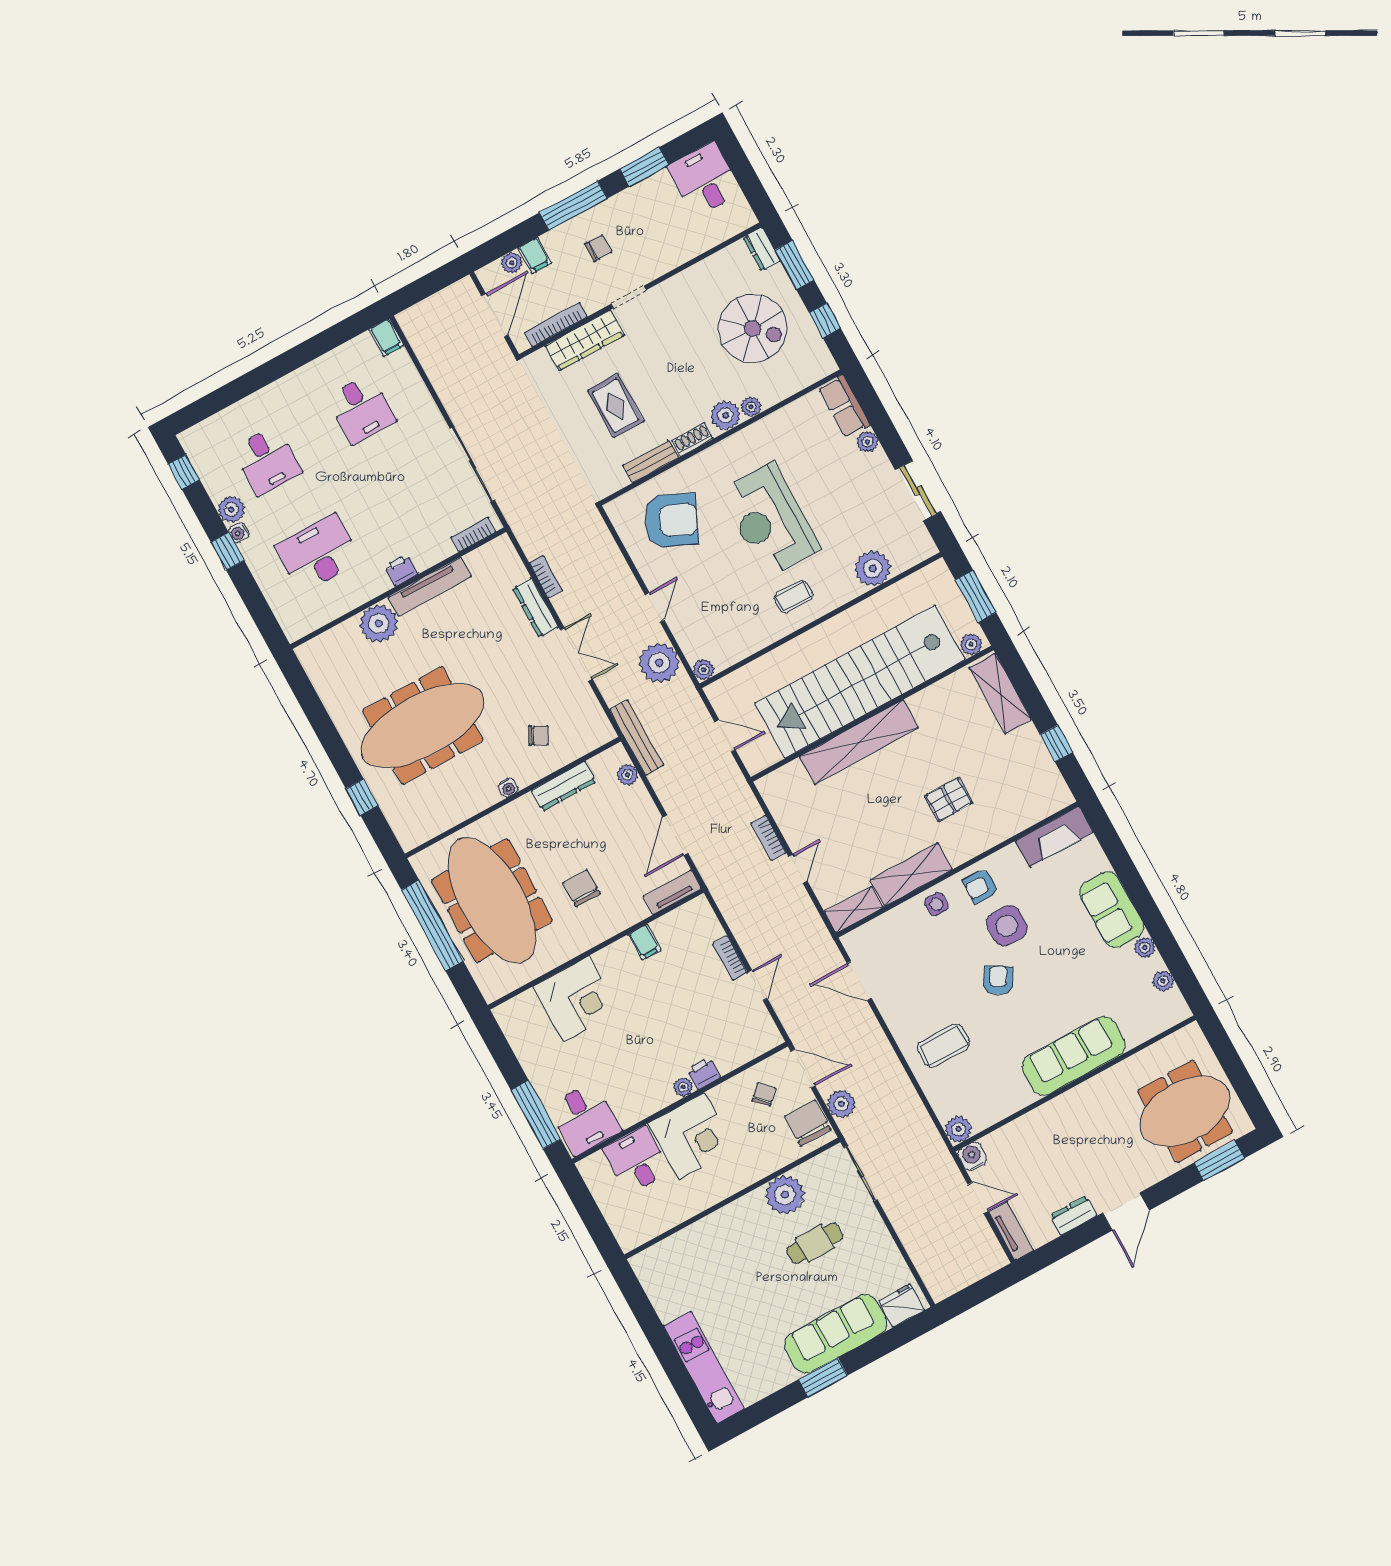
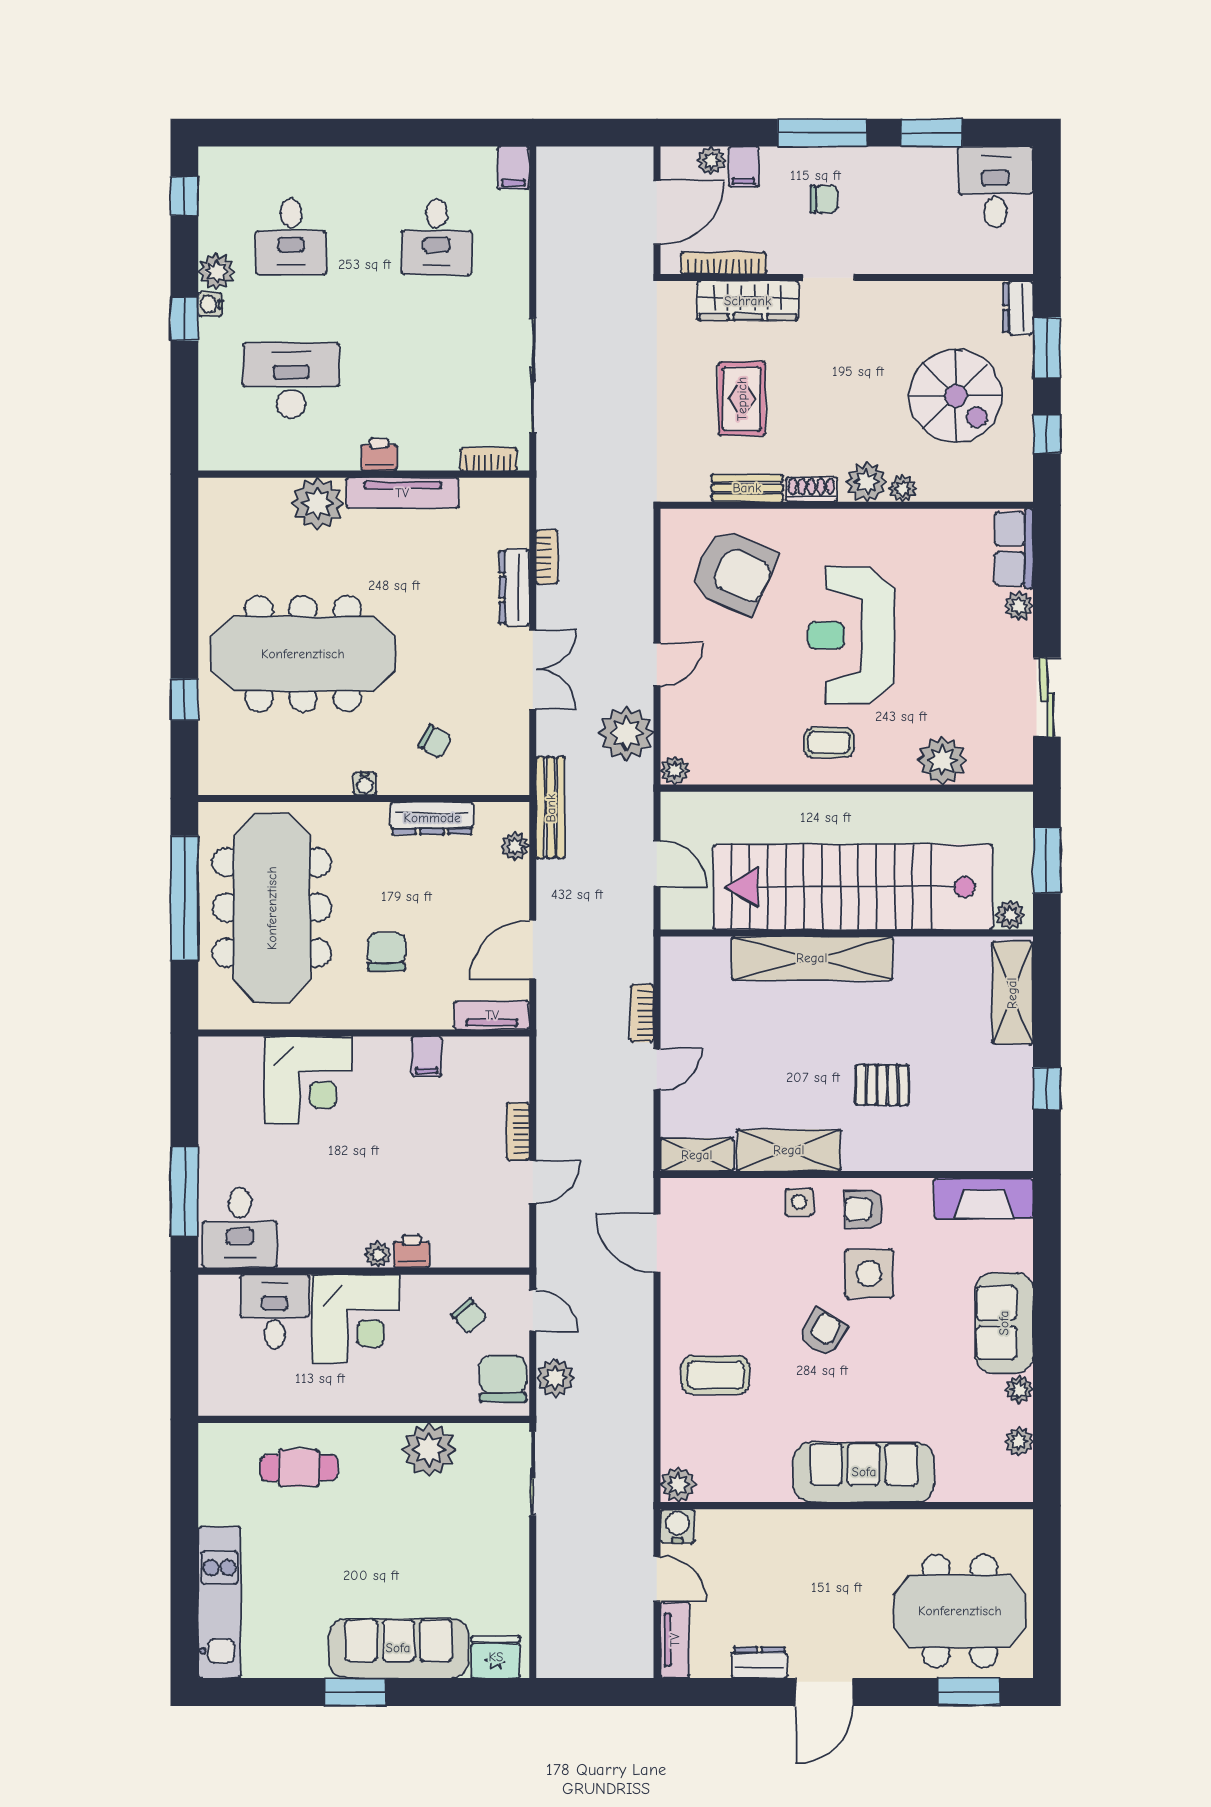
door: (803, 1068) -> (533, 1311), width x0.73
chair: (764, 1094) -> (469, 1316), turned 93
cafe table: (815, 1243) -> (299, 1468), moved

